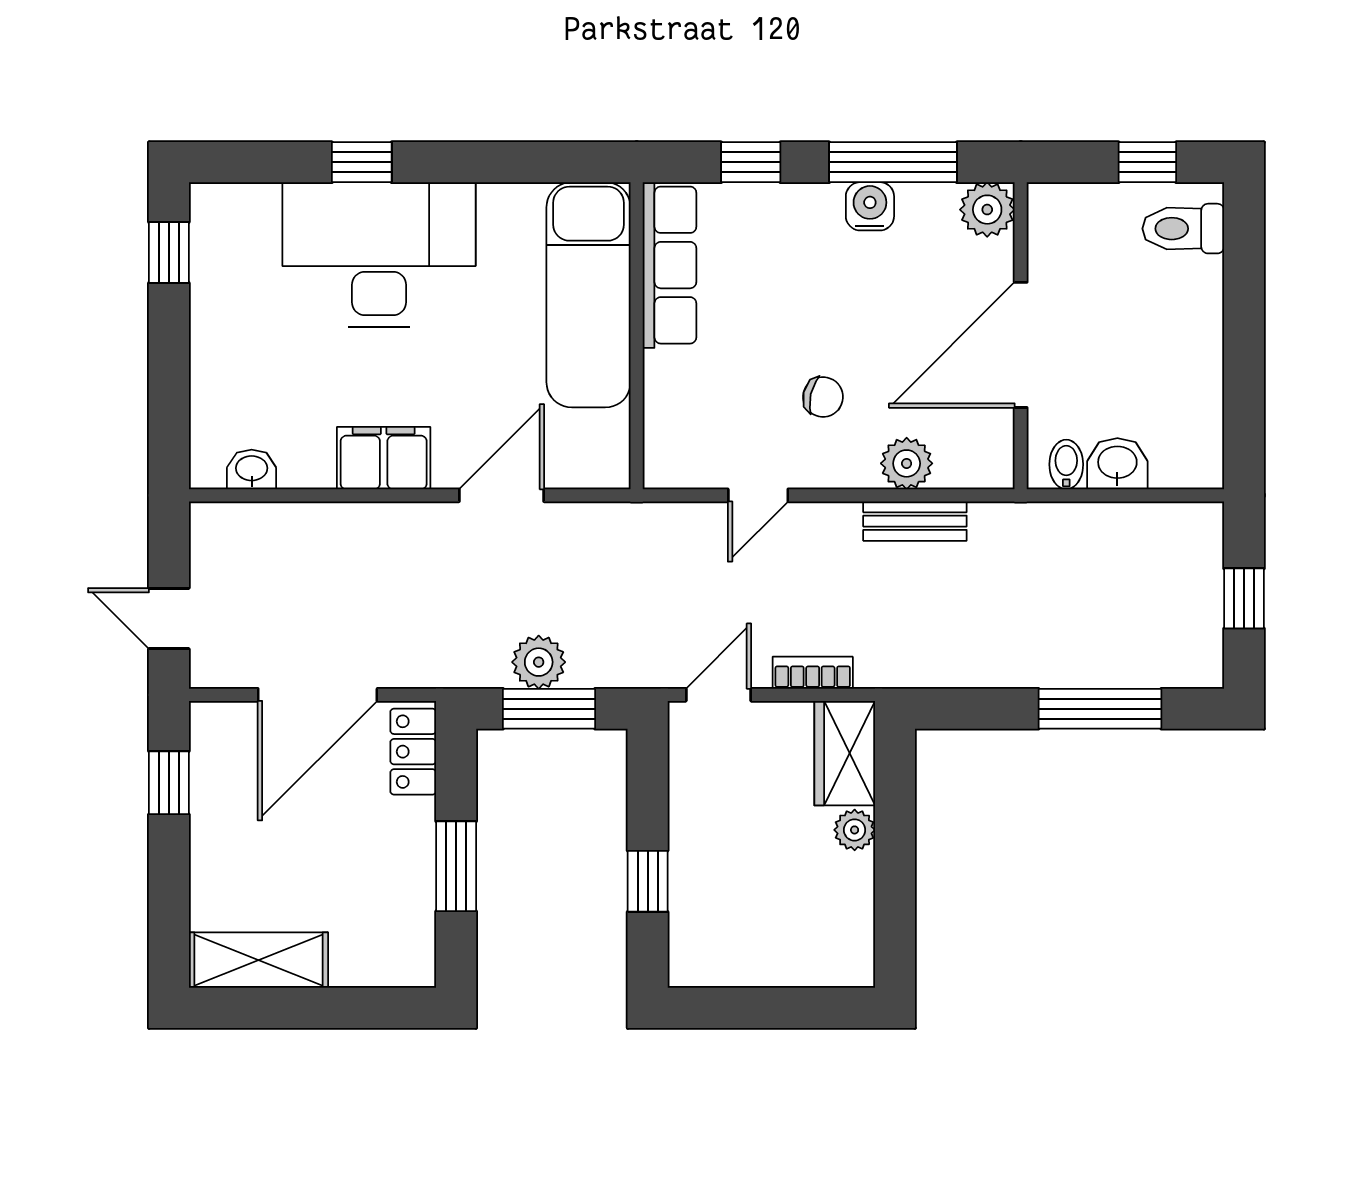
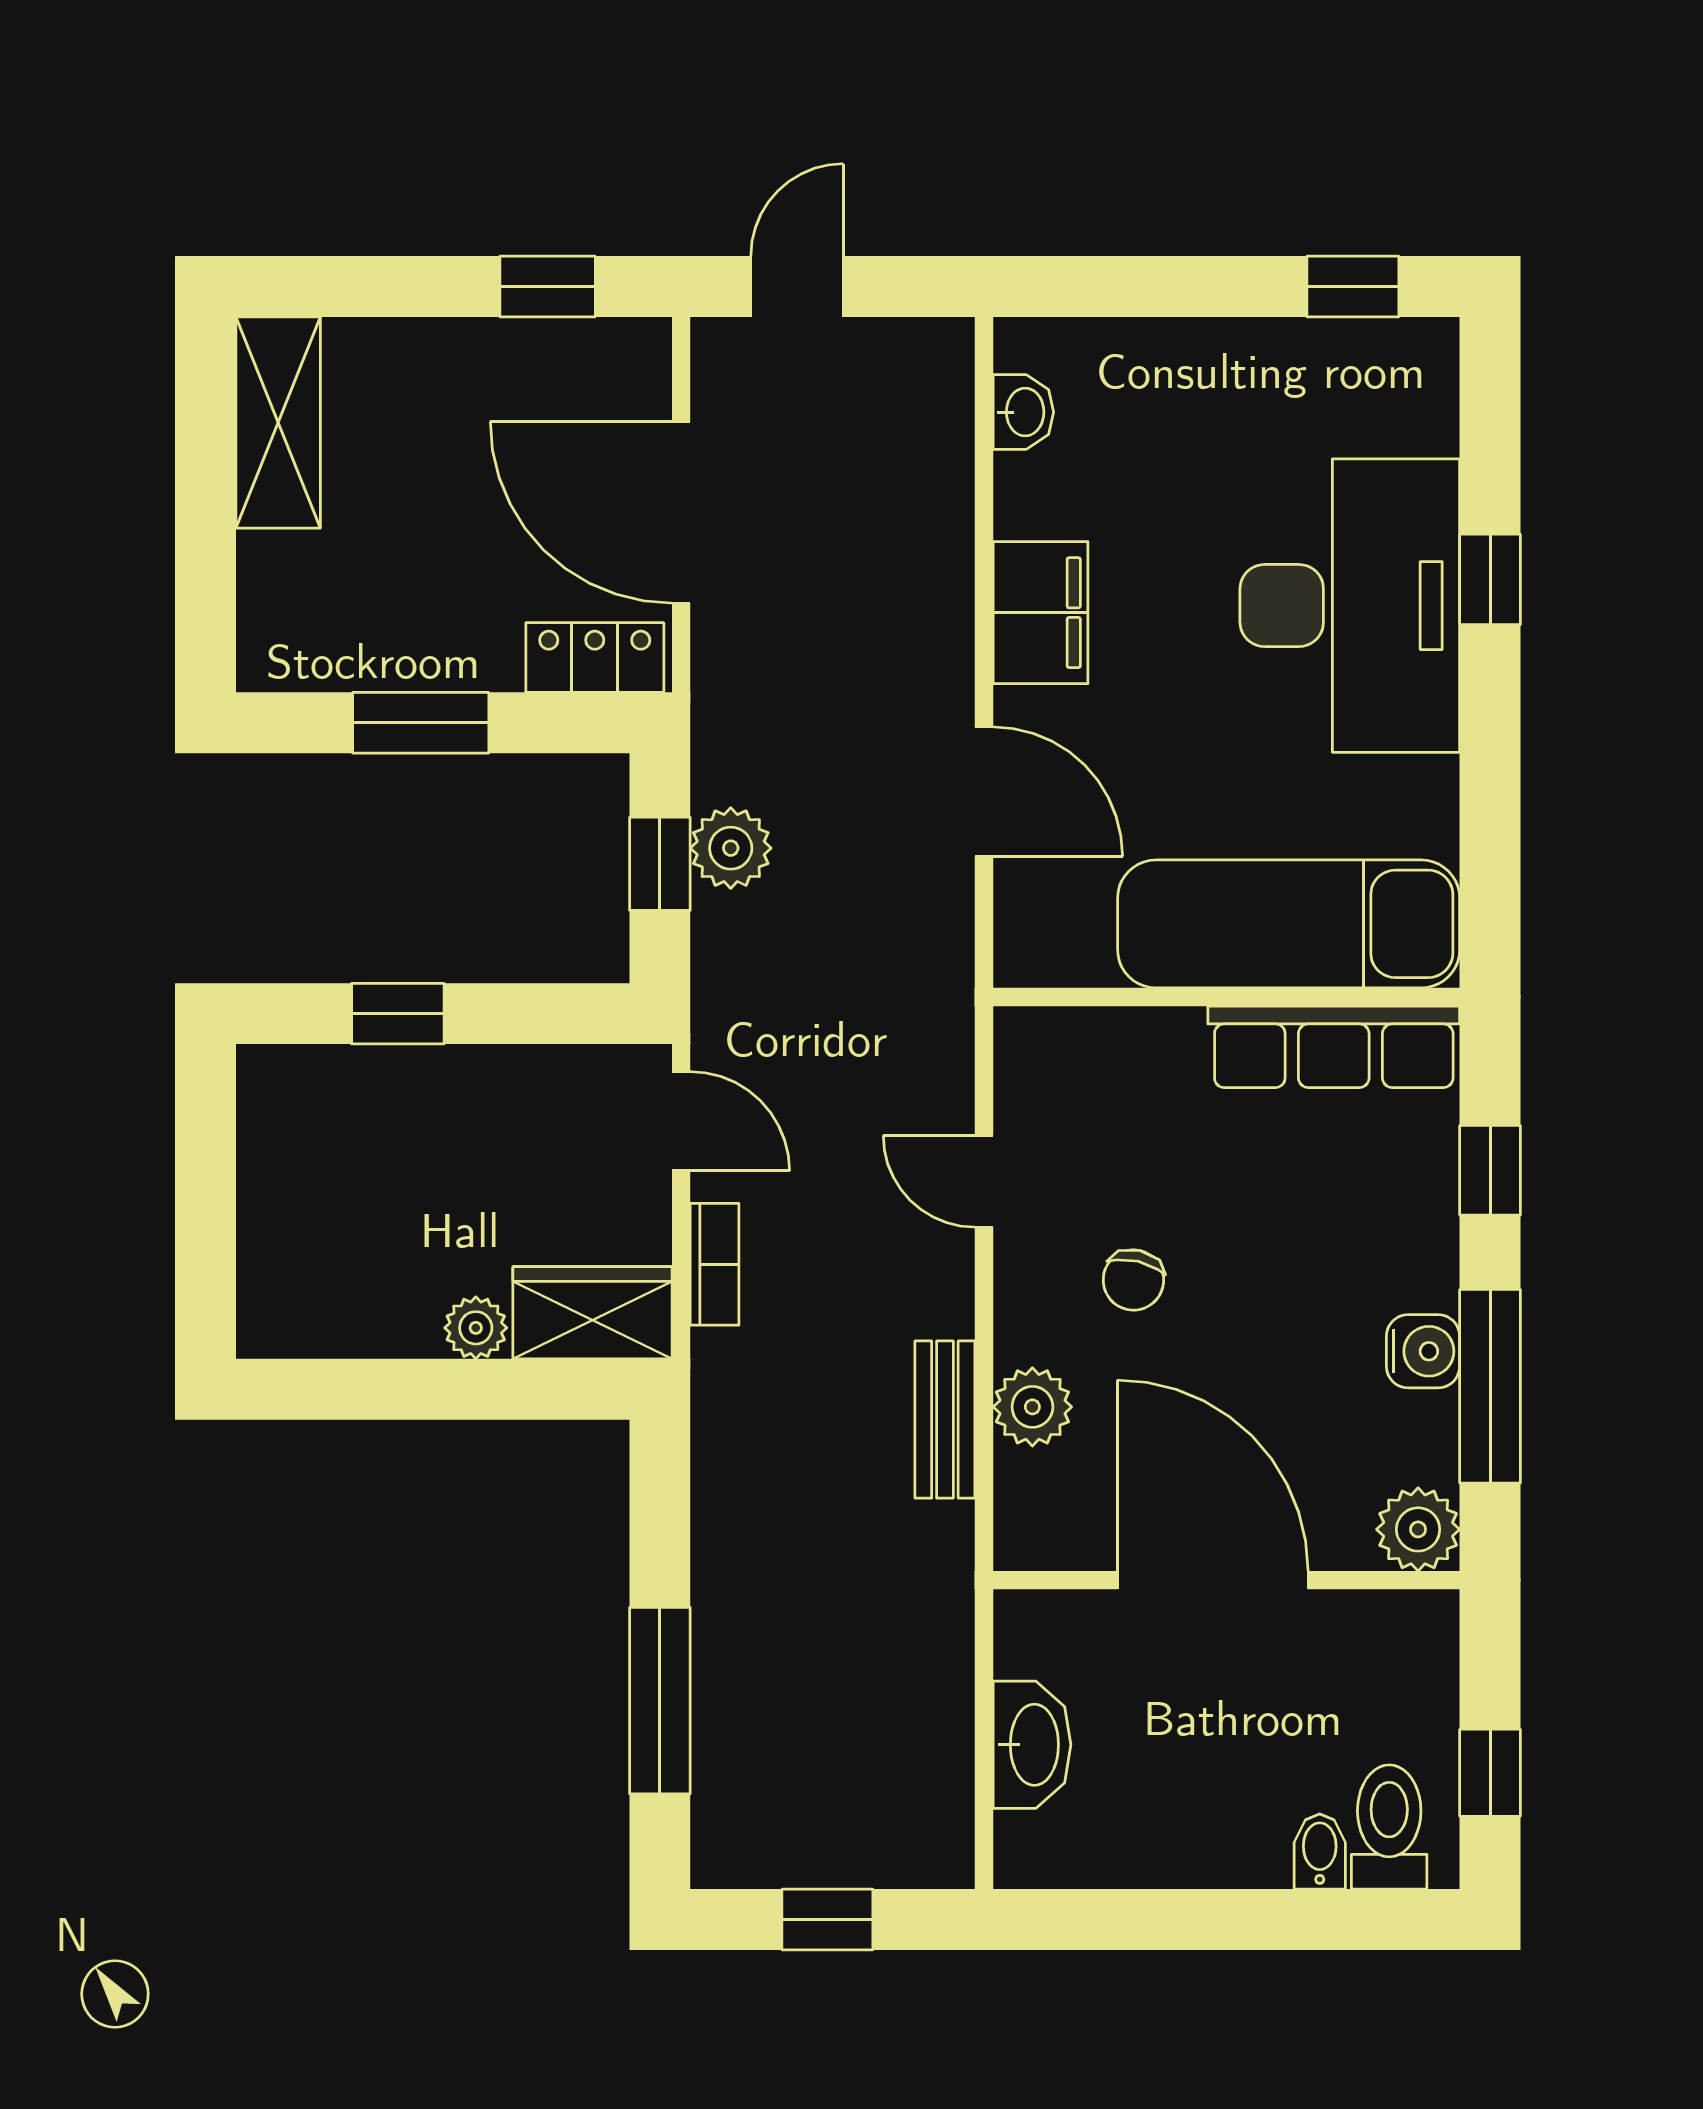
bidet: (1066, 464) -> (1320, 1851), moved, turned -90
washbasin: (1117, 464) -> (1032, 1745), width x1.38
window: (549, 709) -> (660, 864), width x0.67

